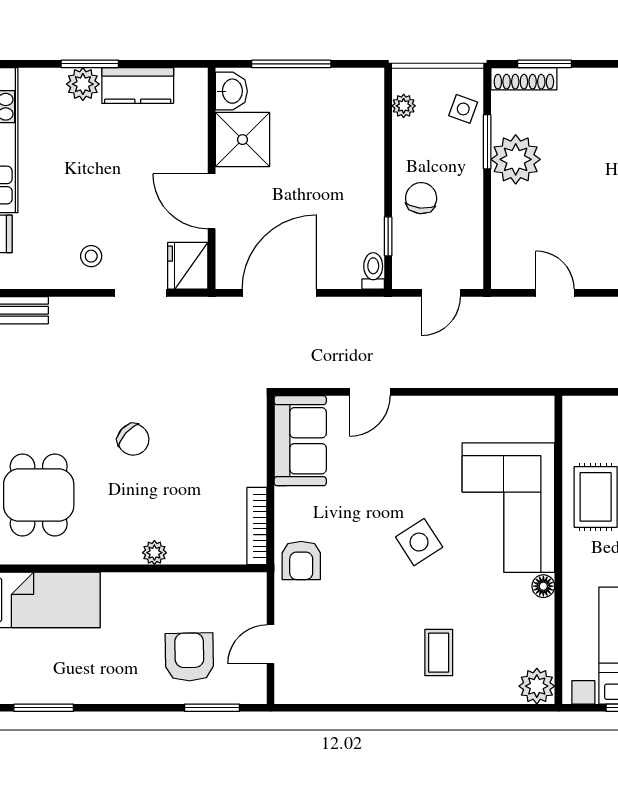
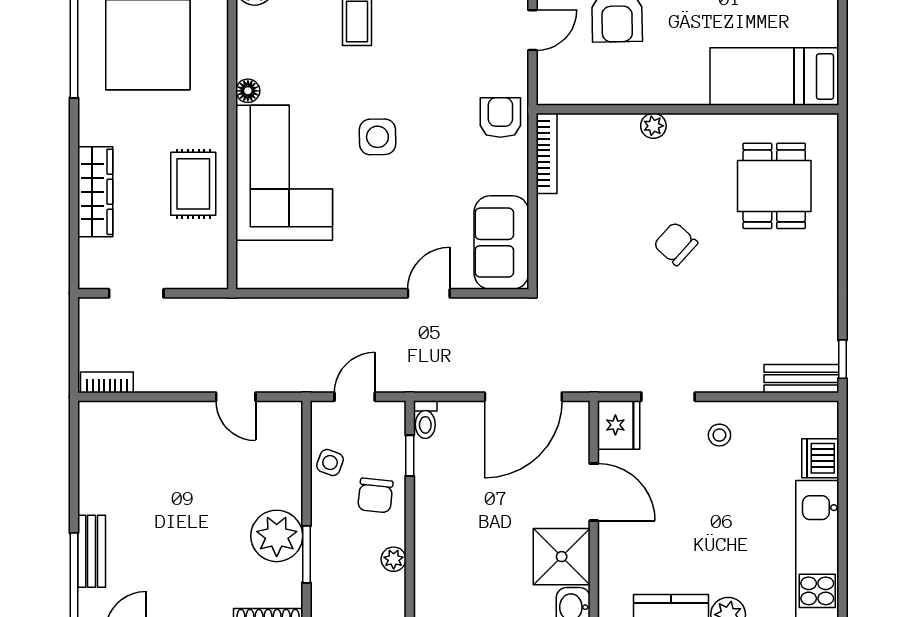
plant: (404, 106) -> (394, 559), moved
side table: (463, 109) -> (330, 463), moved
side table: (419, 542) -> (377, 137), turned 32

